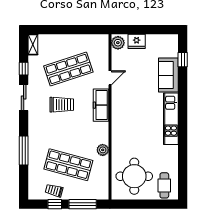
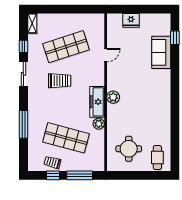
plant: (118, 43) -> (113, 97), moved
freezer: (101, 105) -> (97, 102), moved
kitchen unit: (171, 119) -> (164, 94), removed
round table: (134, 176) -> (129, 149), width x0.73, depth x0.73

